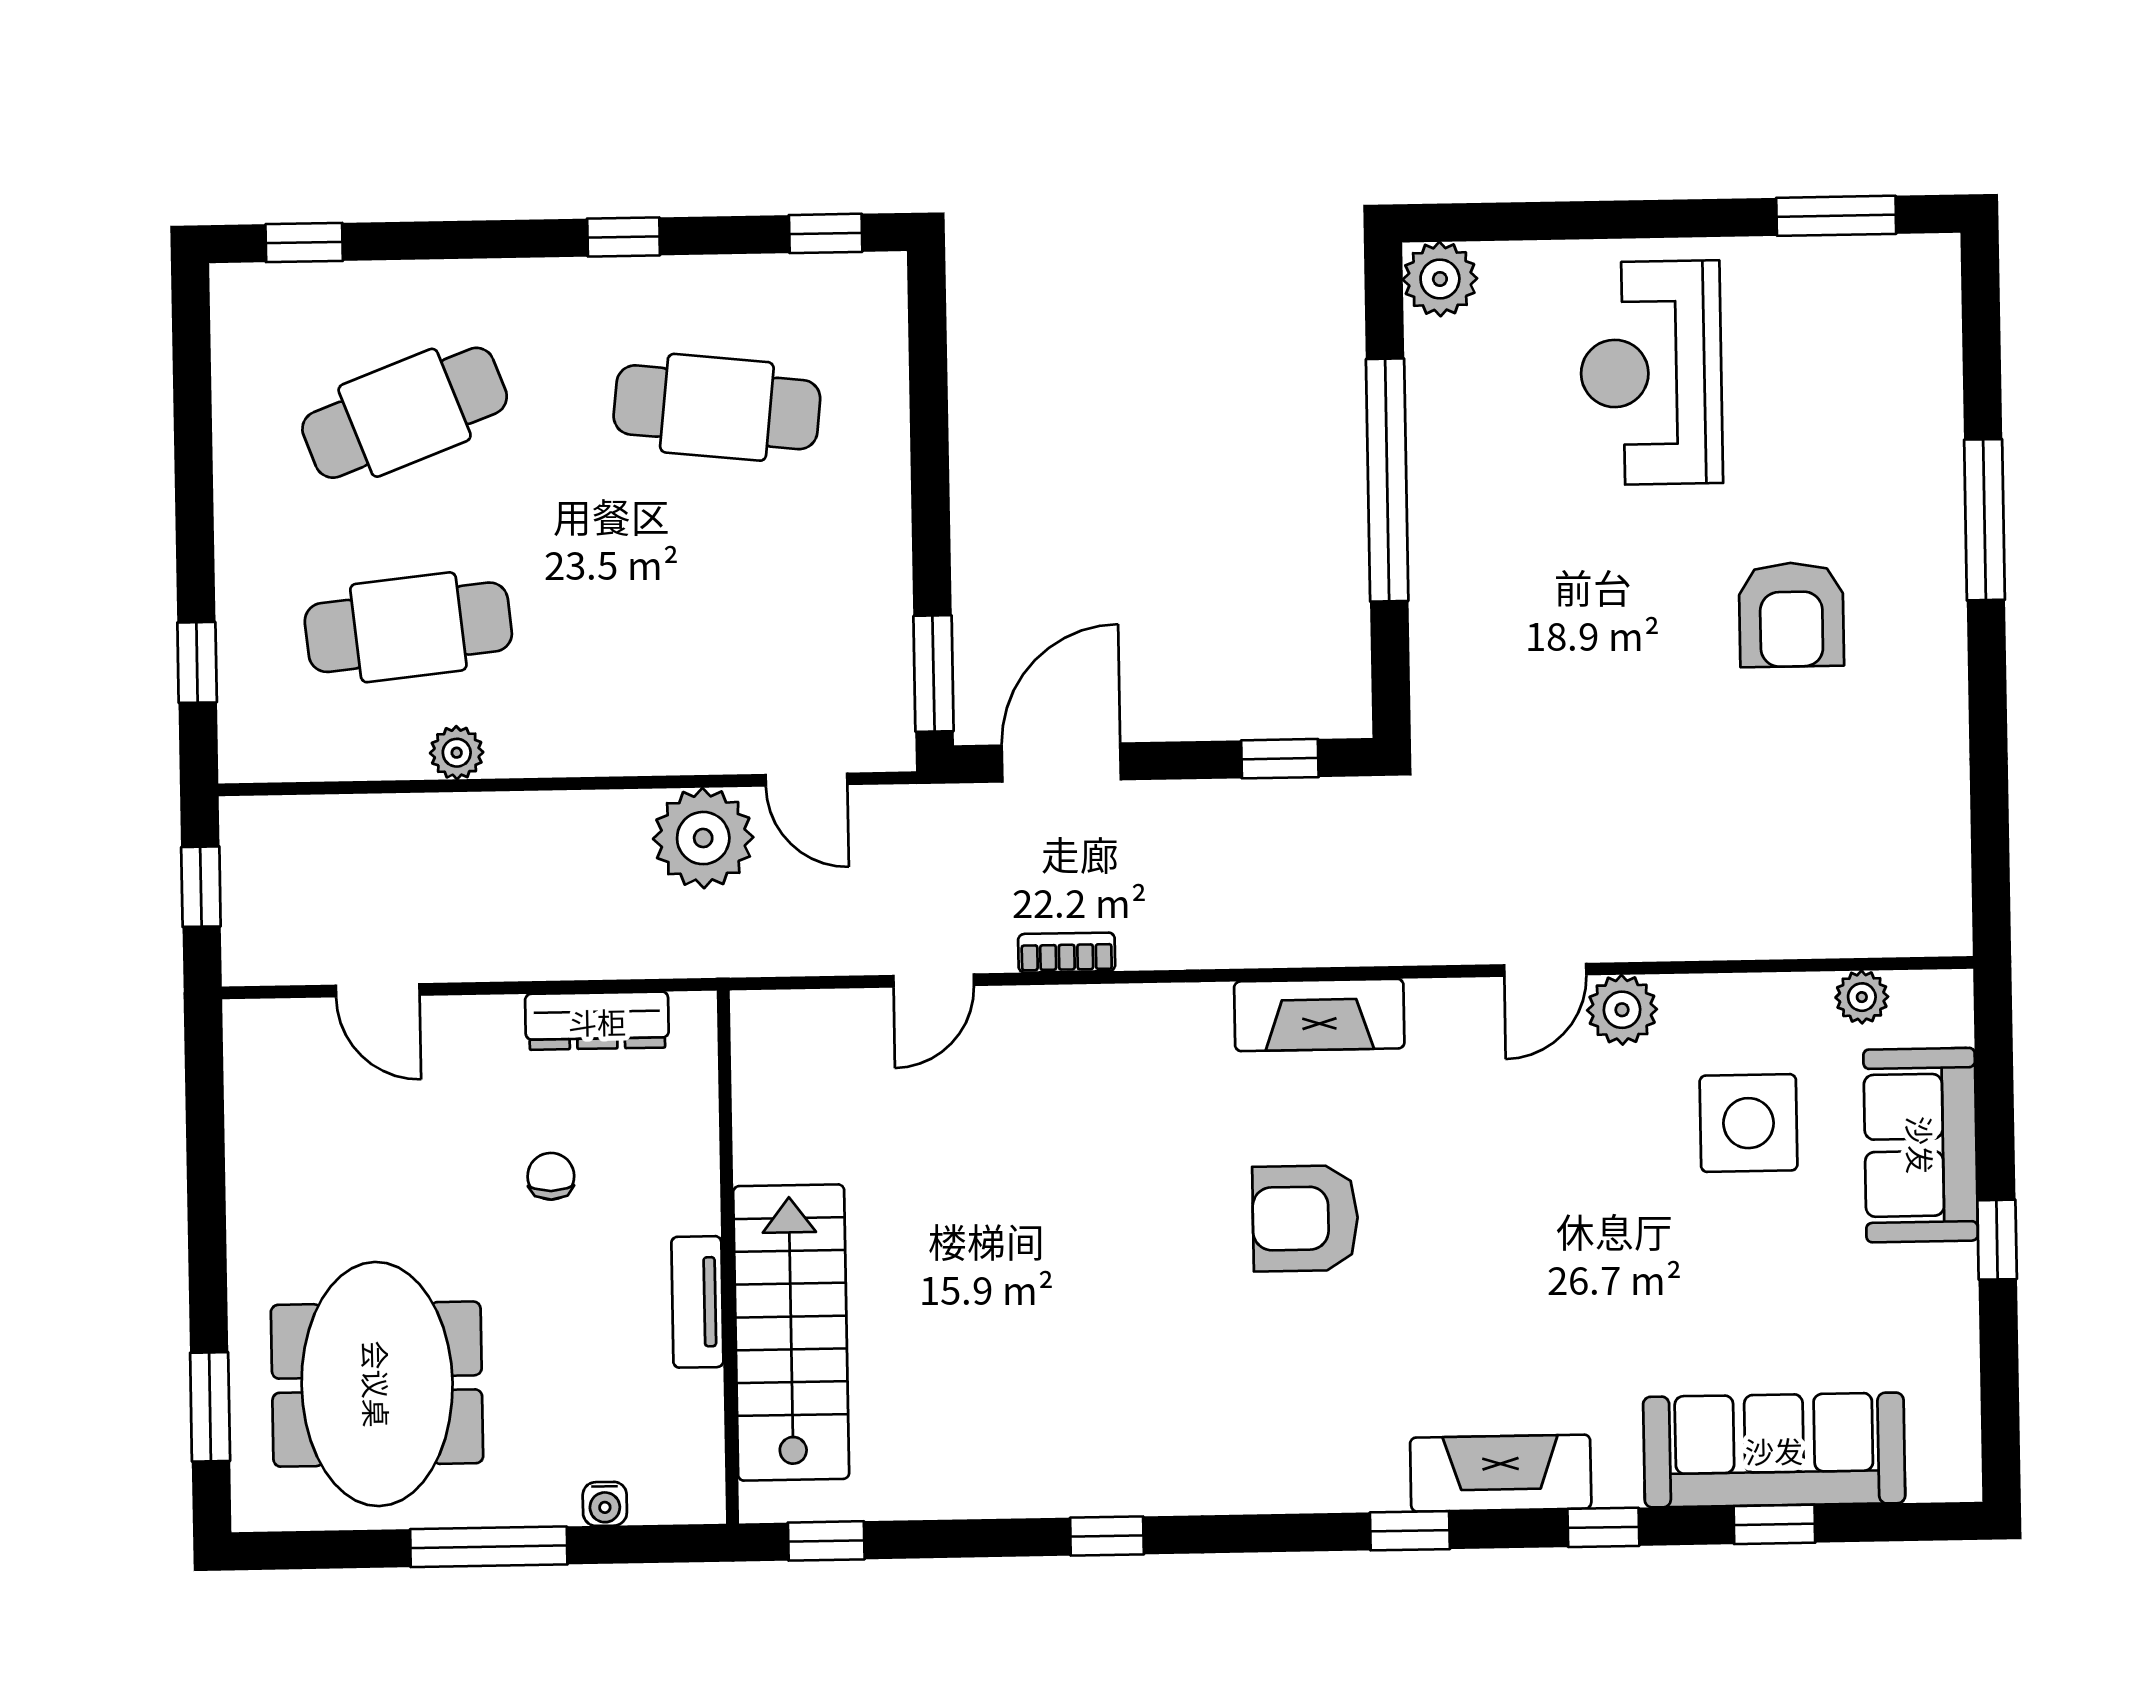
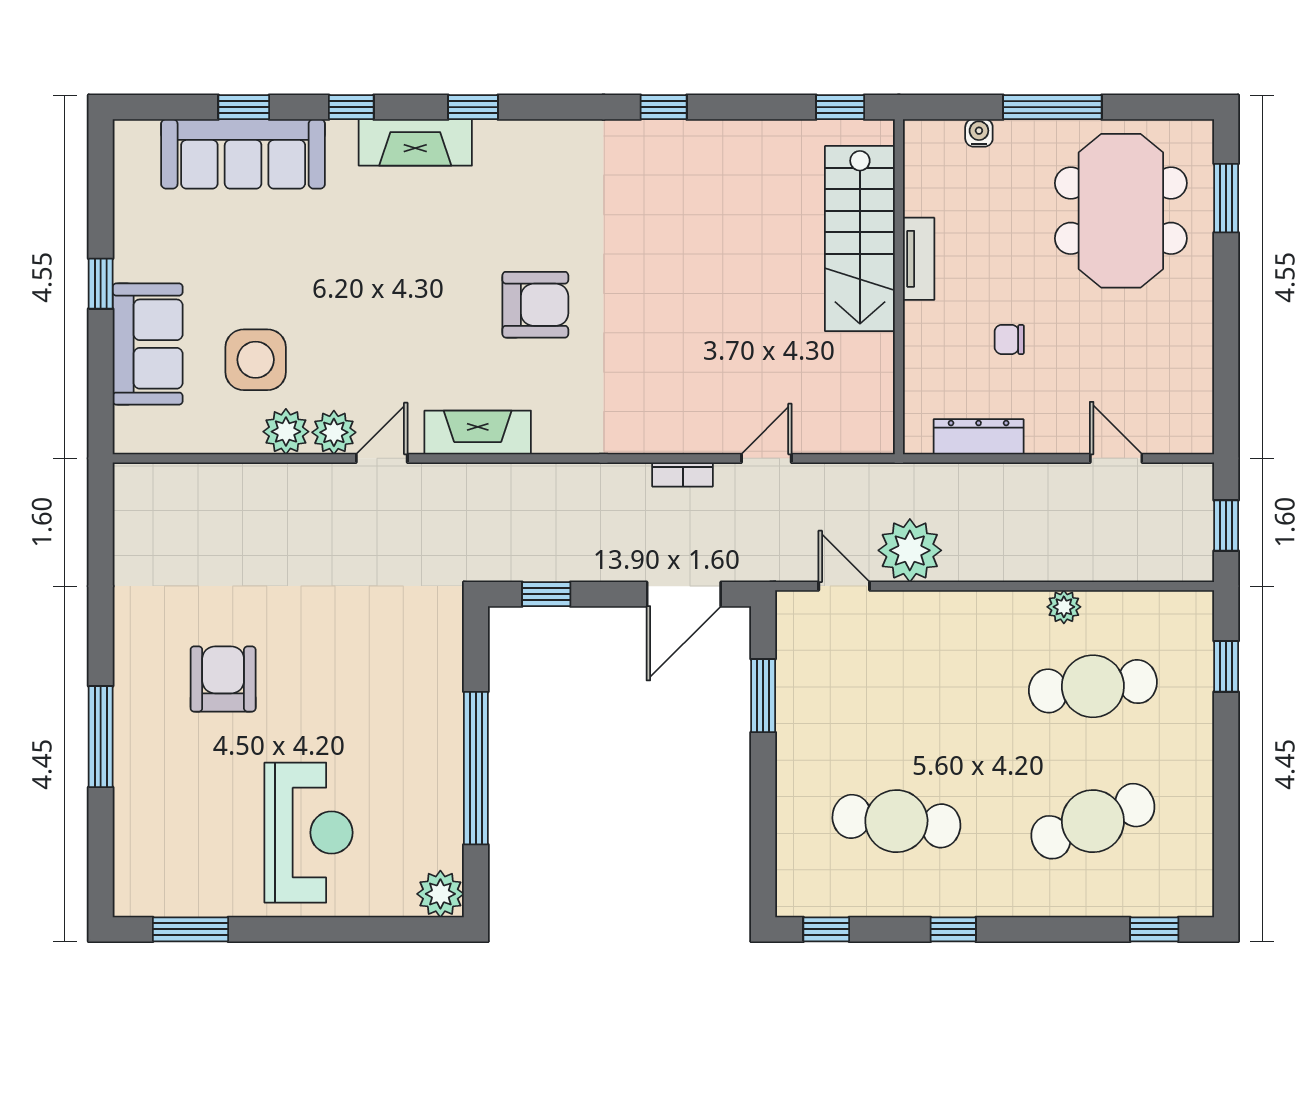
window: (934, 674) -> (763, 696), moved
plant: (1862, 997) -> (286, 432), moved, width x1.38, depth x1.38
fireplace: (1319, 1015) -> (478, 432), moved
chair: (551, 1176) -> (1009, 339), turned 90

